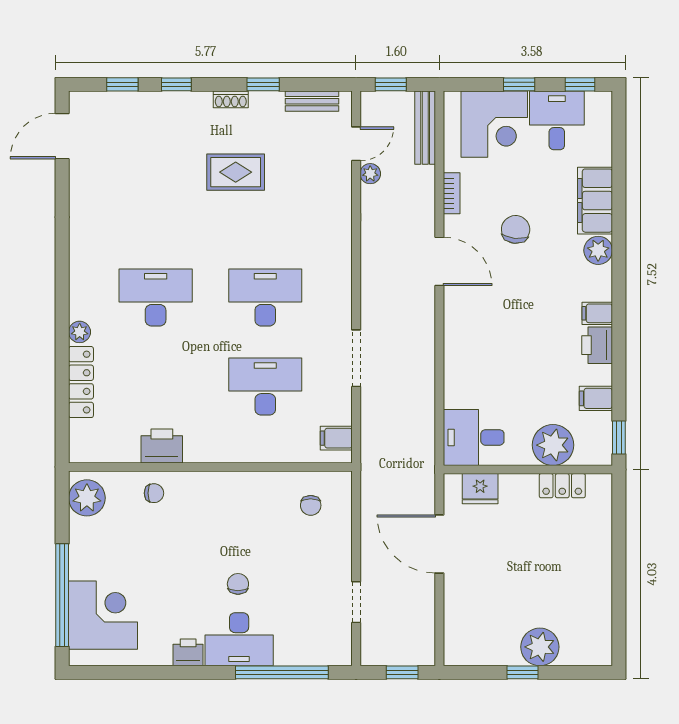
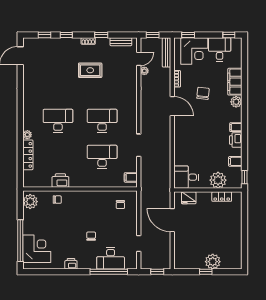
window: (519, 84) -> (188, 35), moved
desk: (239, 639) -> (111, 258), moved

